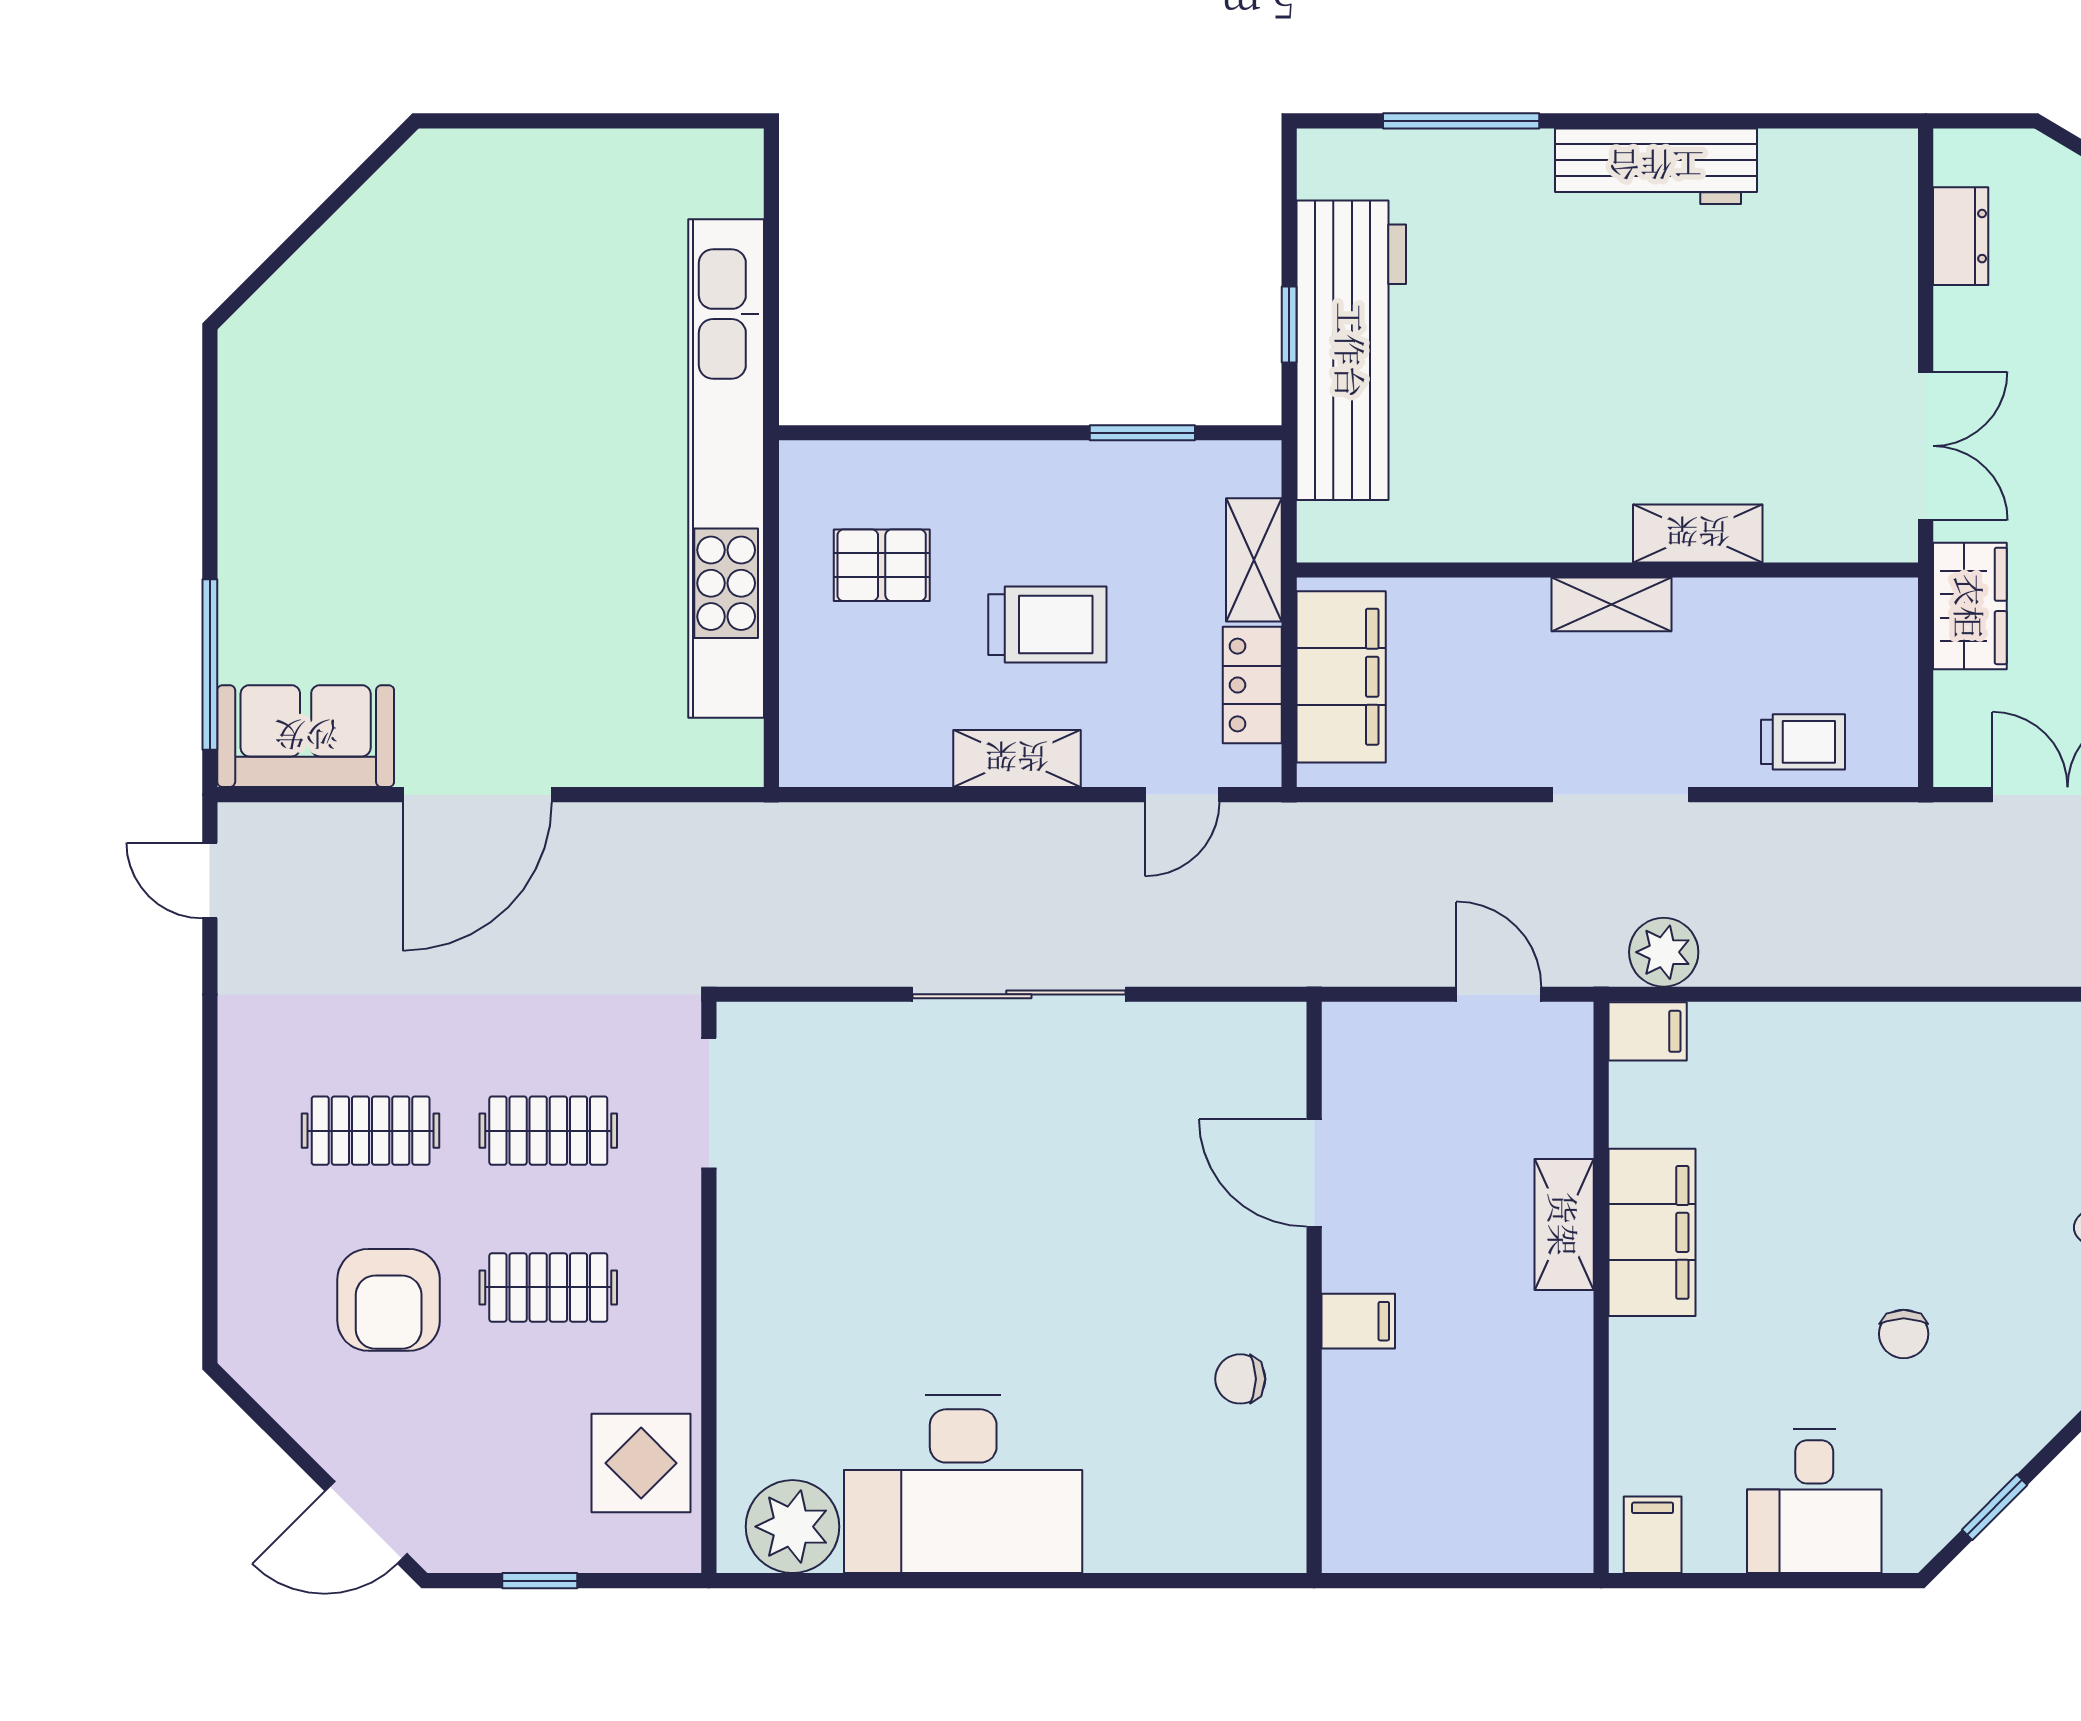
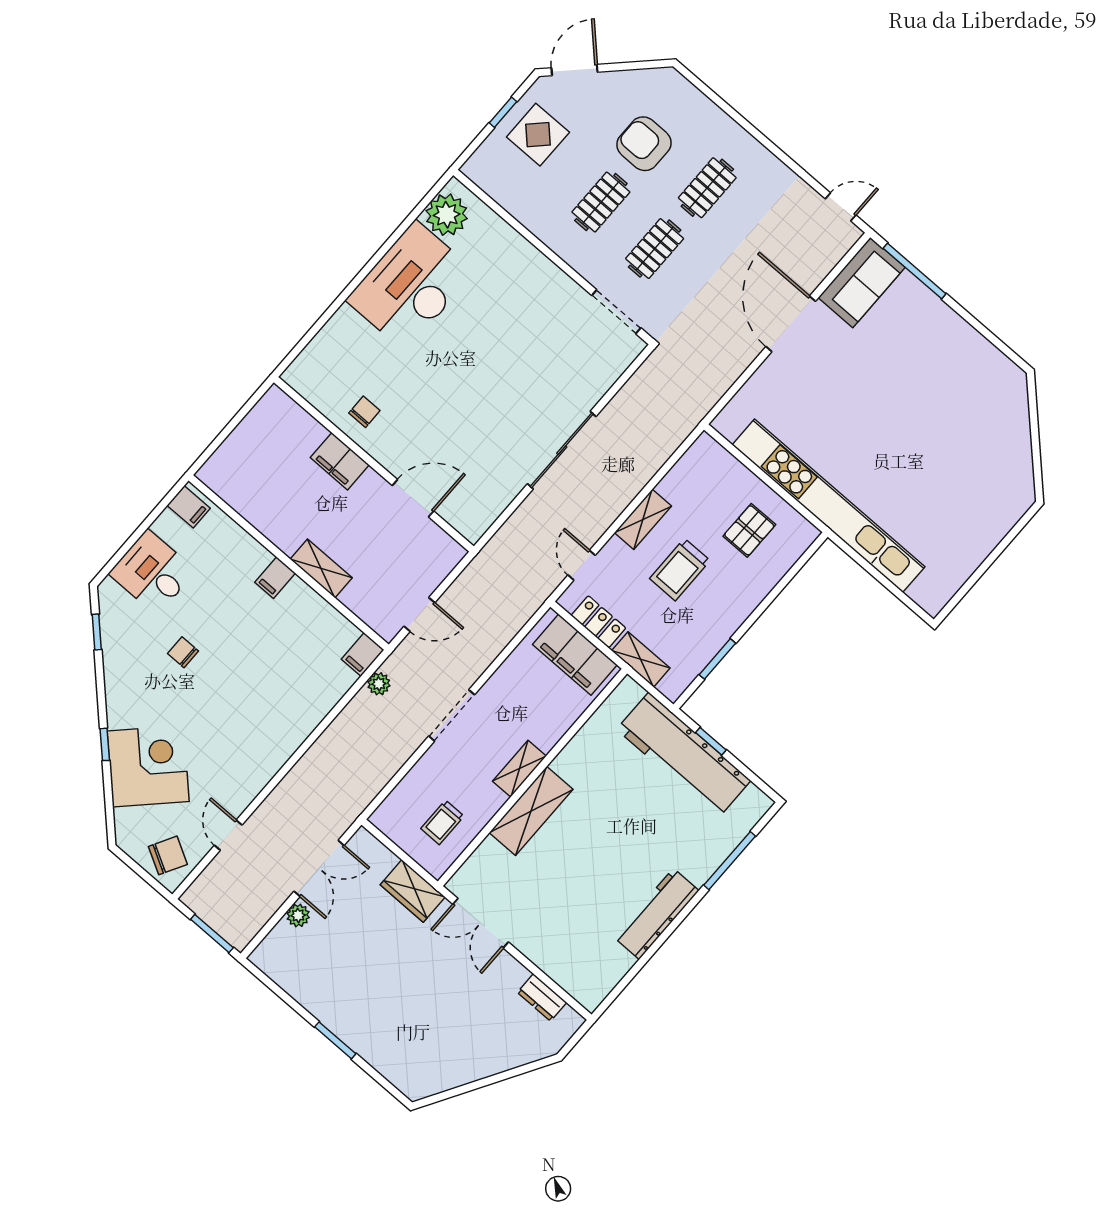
shelving: (1698, 533) -> (531, 811), width x1.50, depth x1.33
trolley: (1803, 742) -> (442, 822), moved
plant: (1664, 952) -> (379, 684), width x0.73, depth x0.73
filing cabinet: (1652, 1232) -> (275, 578), width x0.33, depth x0.86
filing cabinet: (1358, 1321) -> (340, 461), width x2.00
display table: (641, 1463) -> (538, 135), moved

